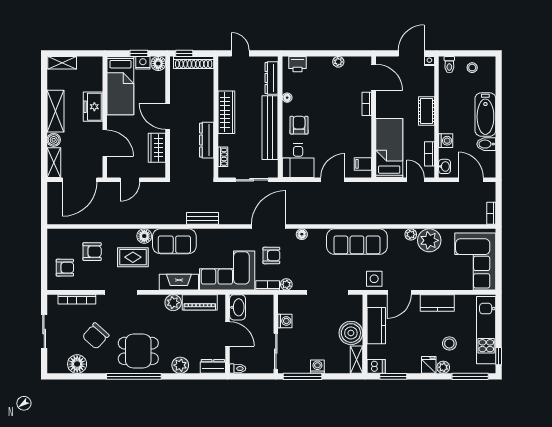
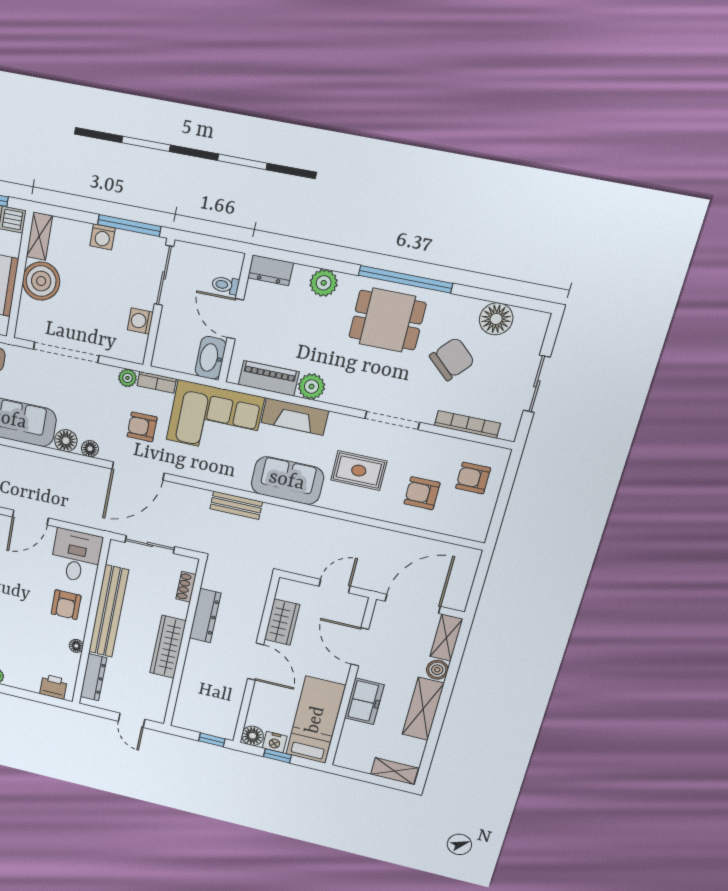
shoe rack: (194, 62) -> (201, 725), removed
floor lamp: (144, 236) -> (66, 441), moved
toilet: (238, 369) -> (225, 285), moved

